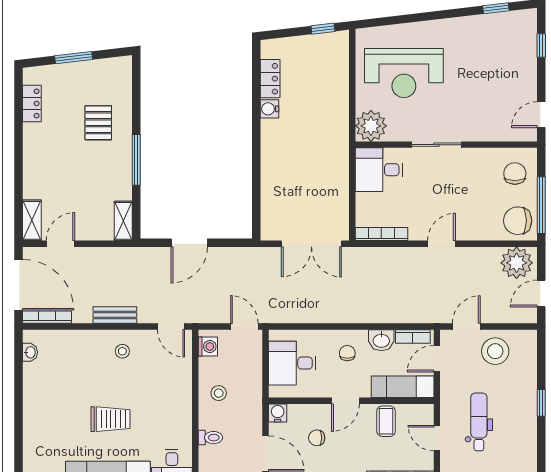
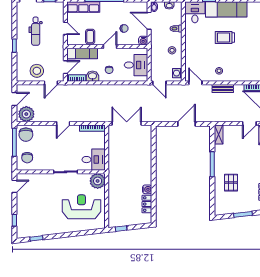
chair: (518, 221) -> (26, 135), turned 90
dental chair: (479, 422) -> (36, 31), moved

